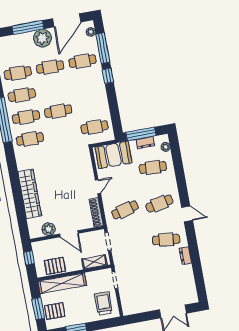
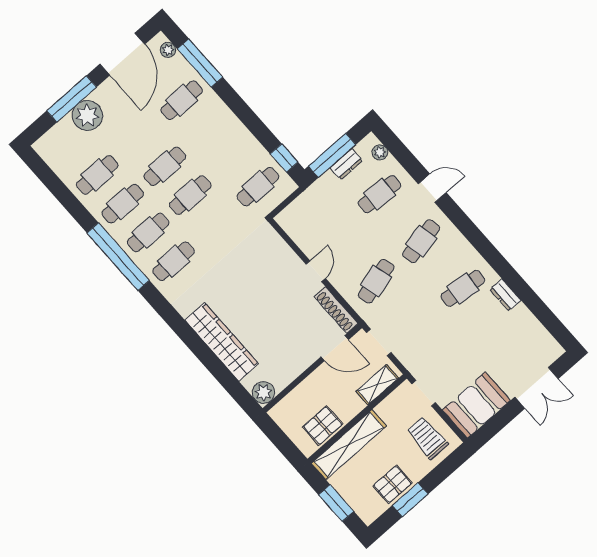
plant: (42, 38) -> (87, 116), moved
cafe table: (50, 67) -> (165, 166), moved
window: (108, 76) -> (284, 158), moved
booth: (113, 155) -> (476, 405), moved
door: (187, 214) -> (432, 188), moved
plant: (49, 229) -> (263, 393), moved
door: (69, 234) -> (335, 348), moved
window: (29, 258) -> (278, 437), removed
pallet: (55, 311) -> (392, 484), moved

